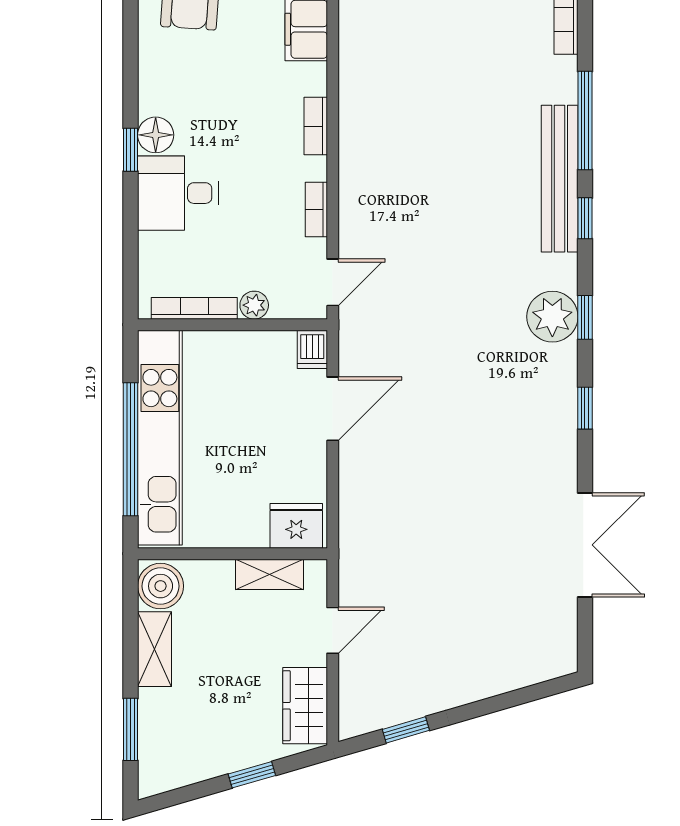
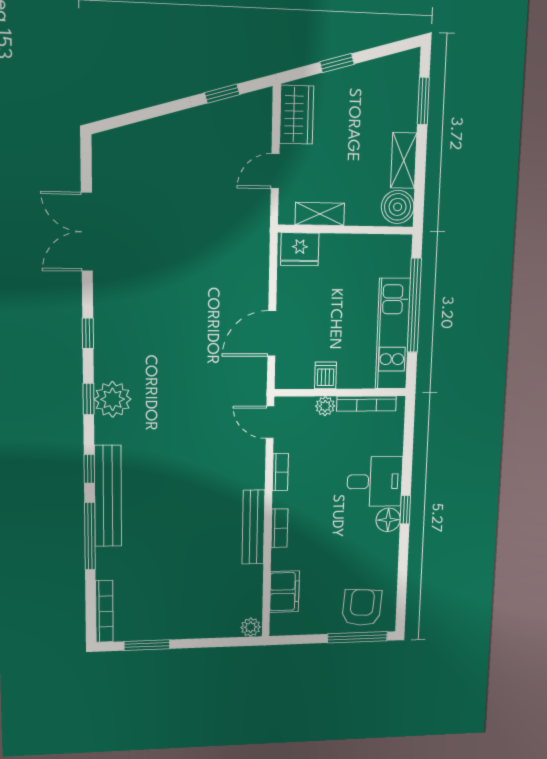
bench: (354, 129) -> (253, 527), added
door: (333, 282) -> (270, 422), hinge flipped
dishwasher: (312, 349) -> (326, 375), moved
kitchen unit: (160, 438) -> (393, 334), width x0.73

